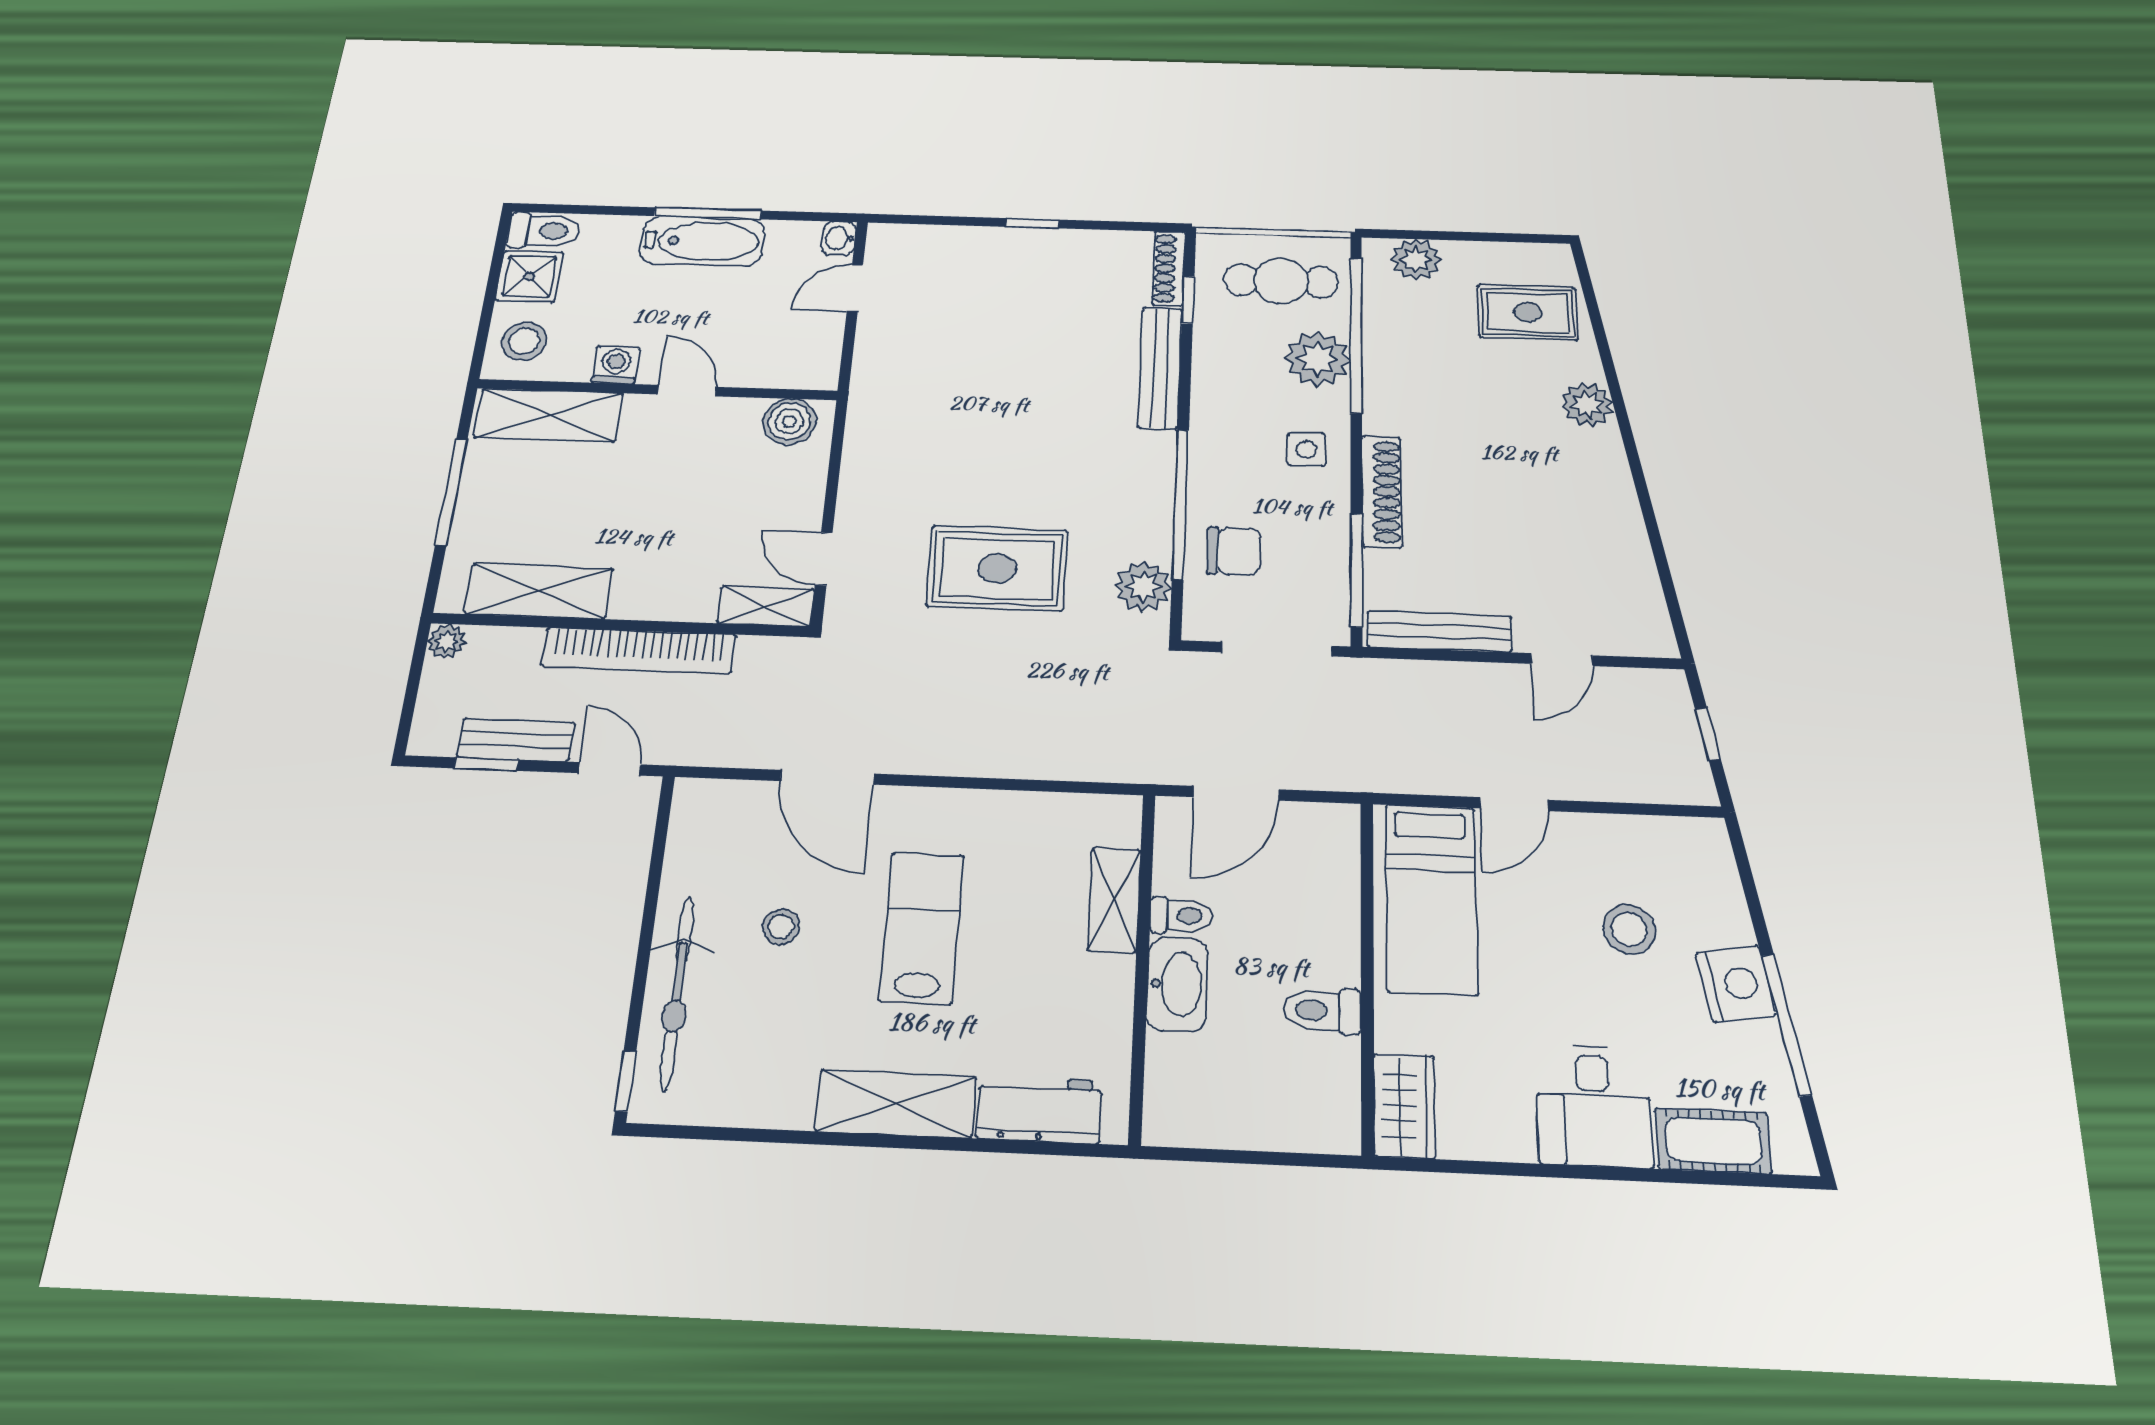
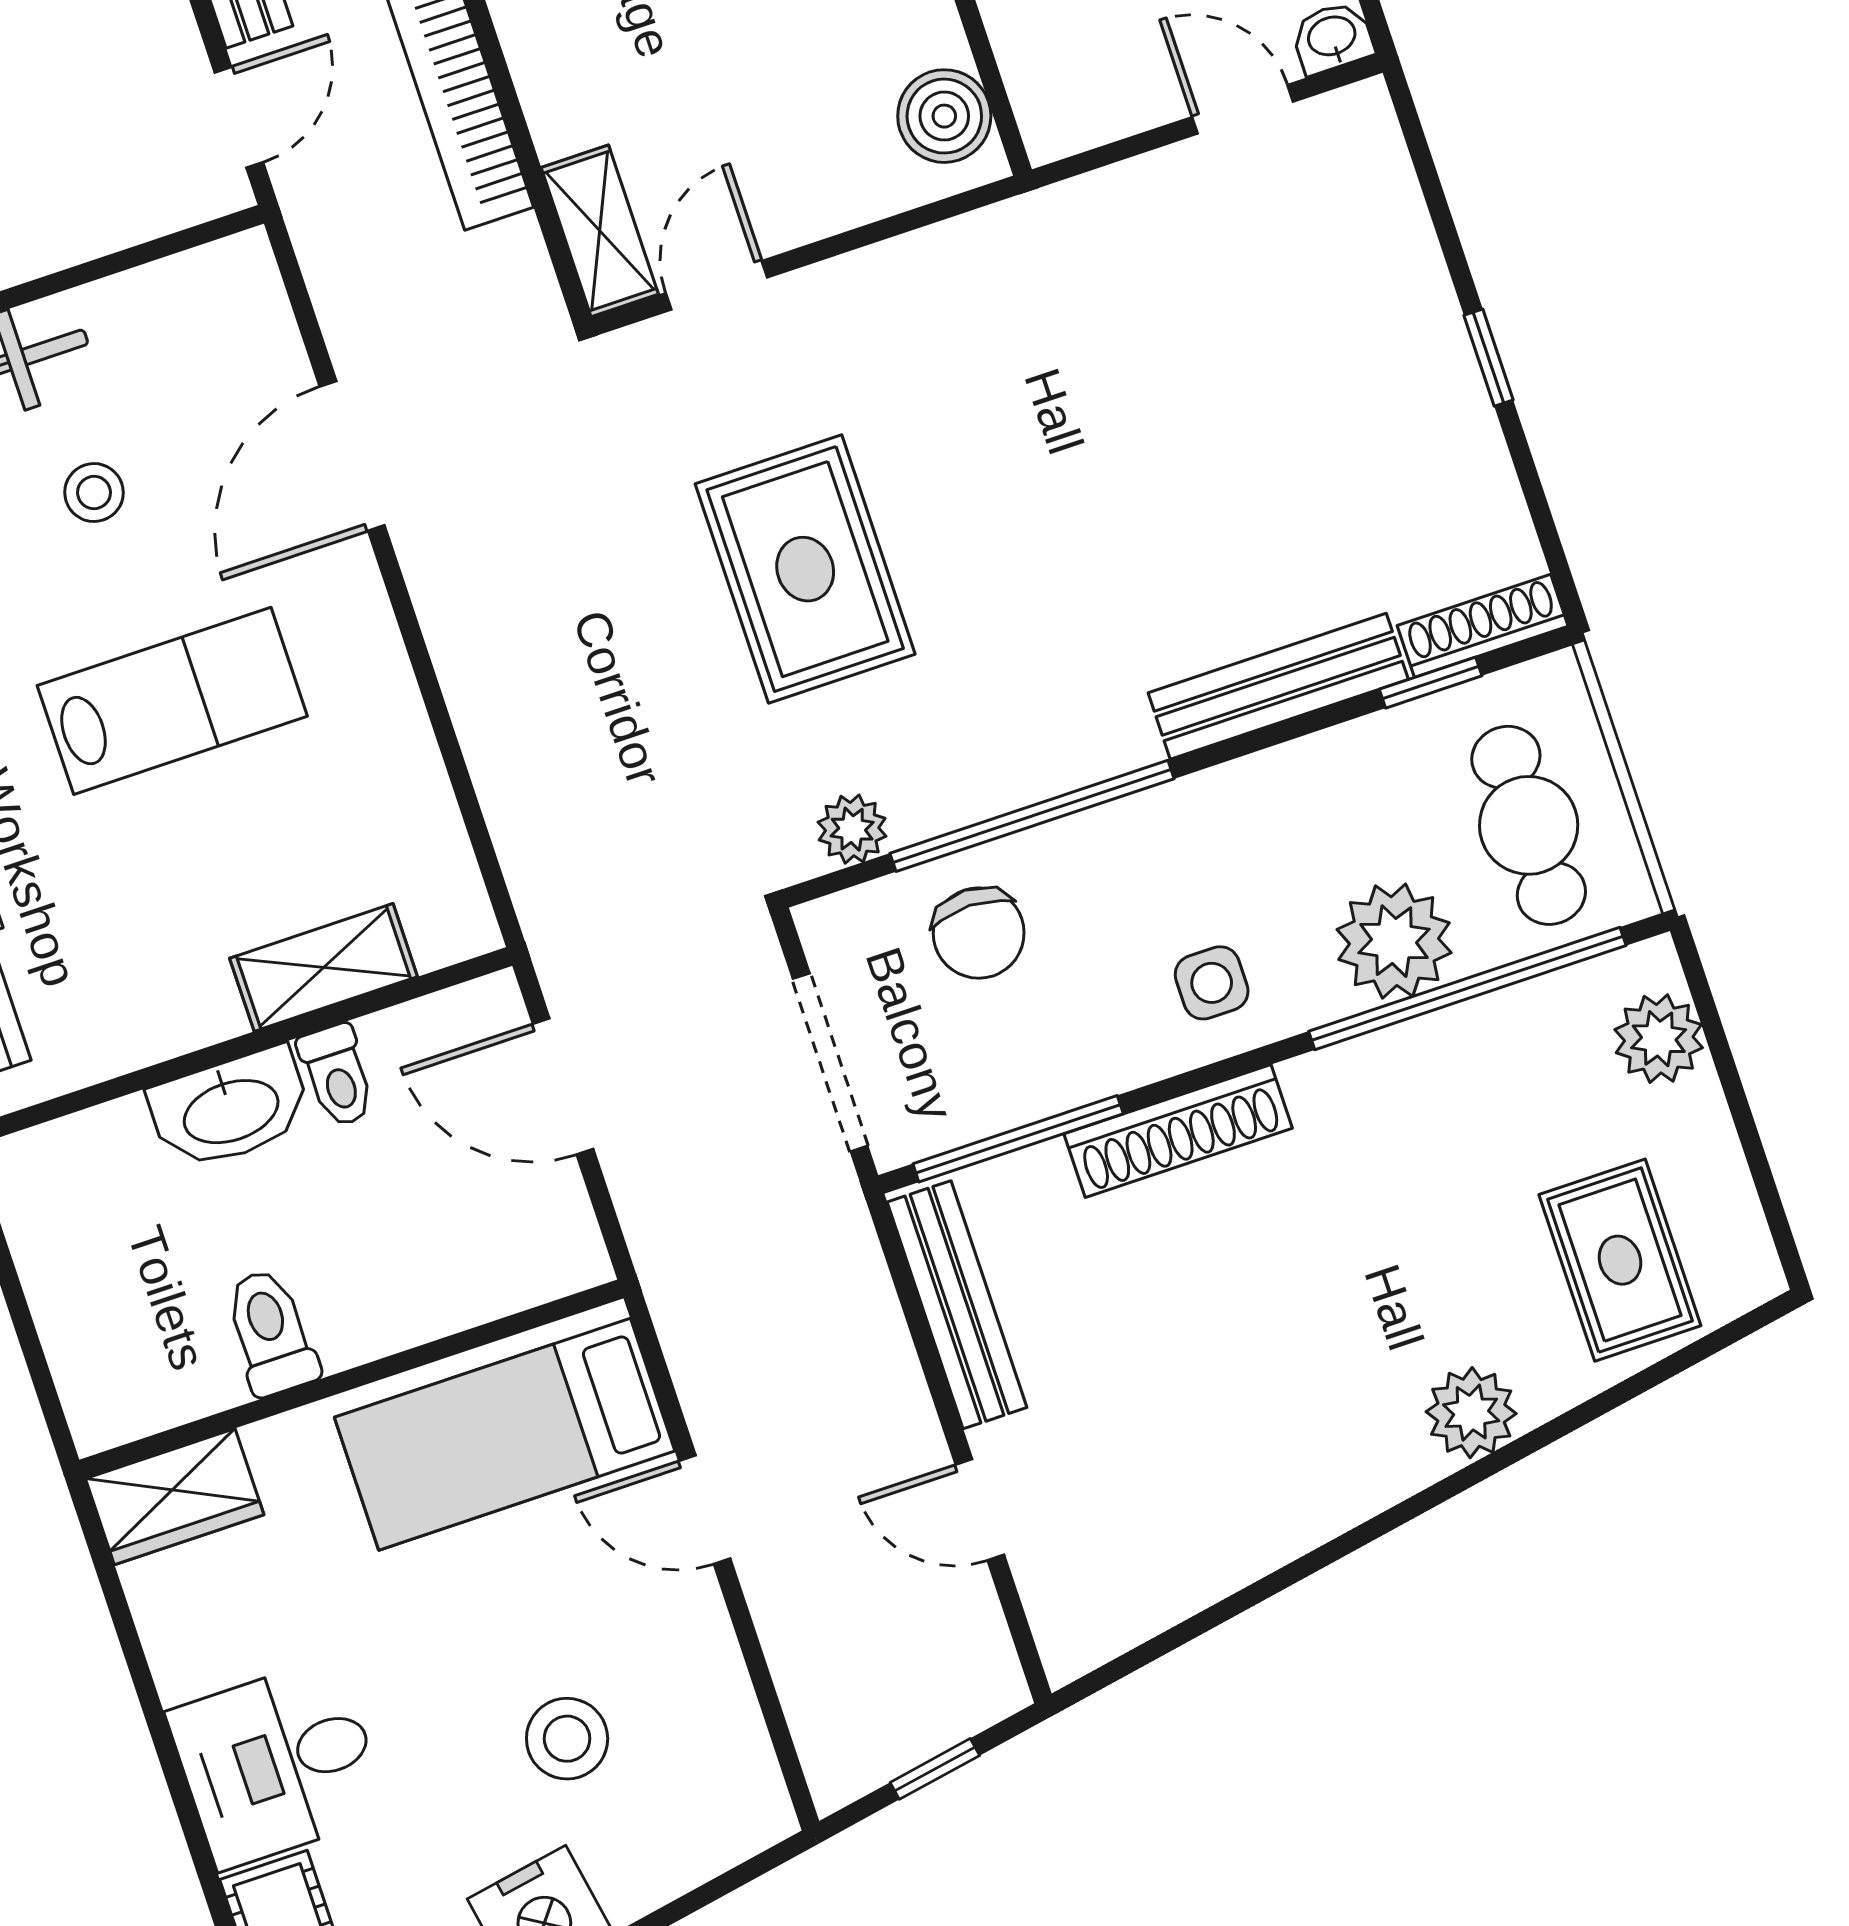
plant: (1143, 587) -> (852, 829), width x0.73, depth x0.73

